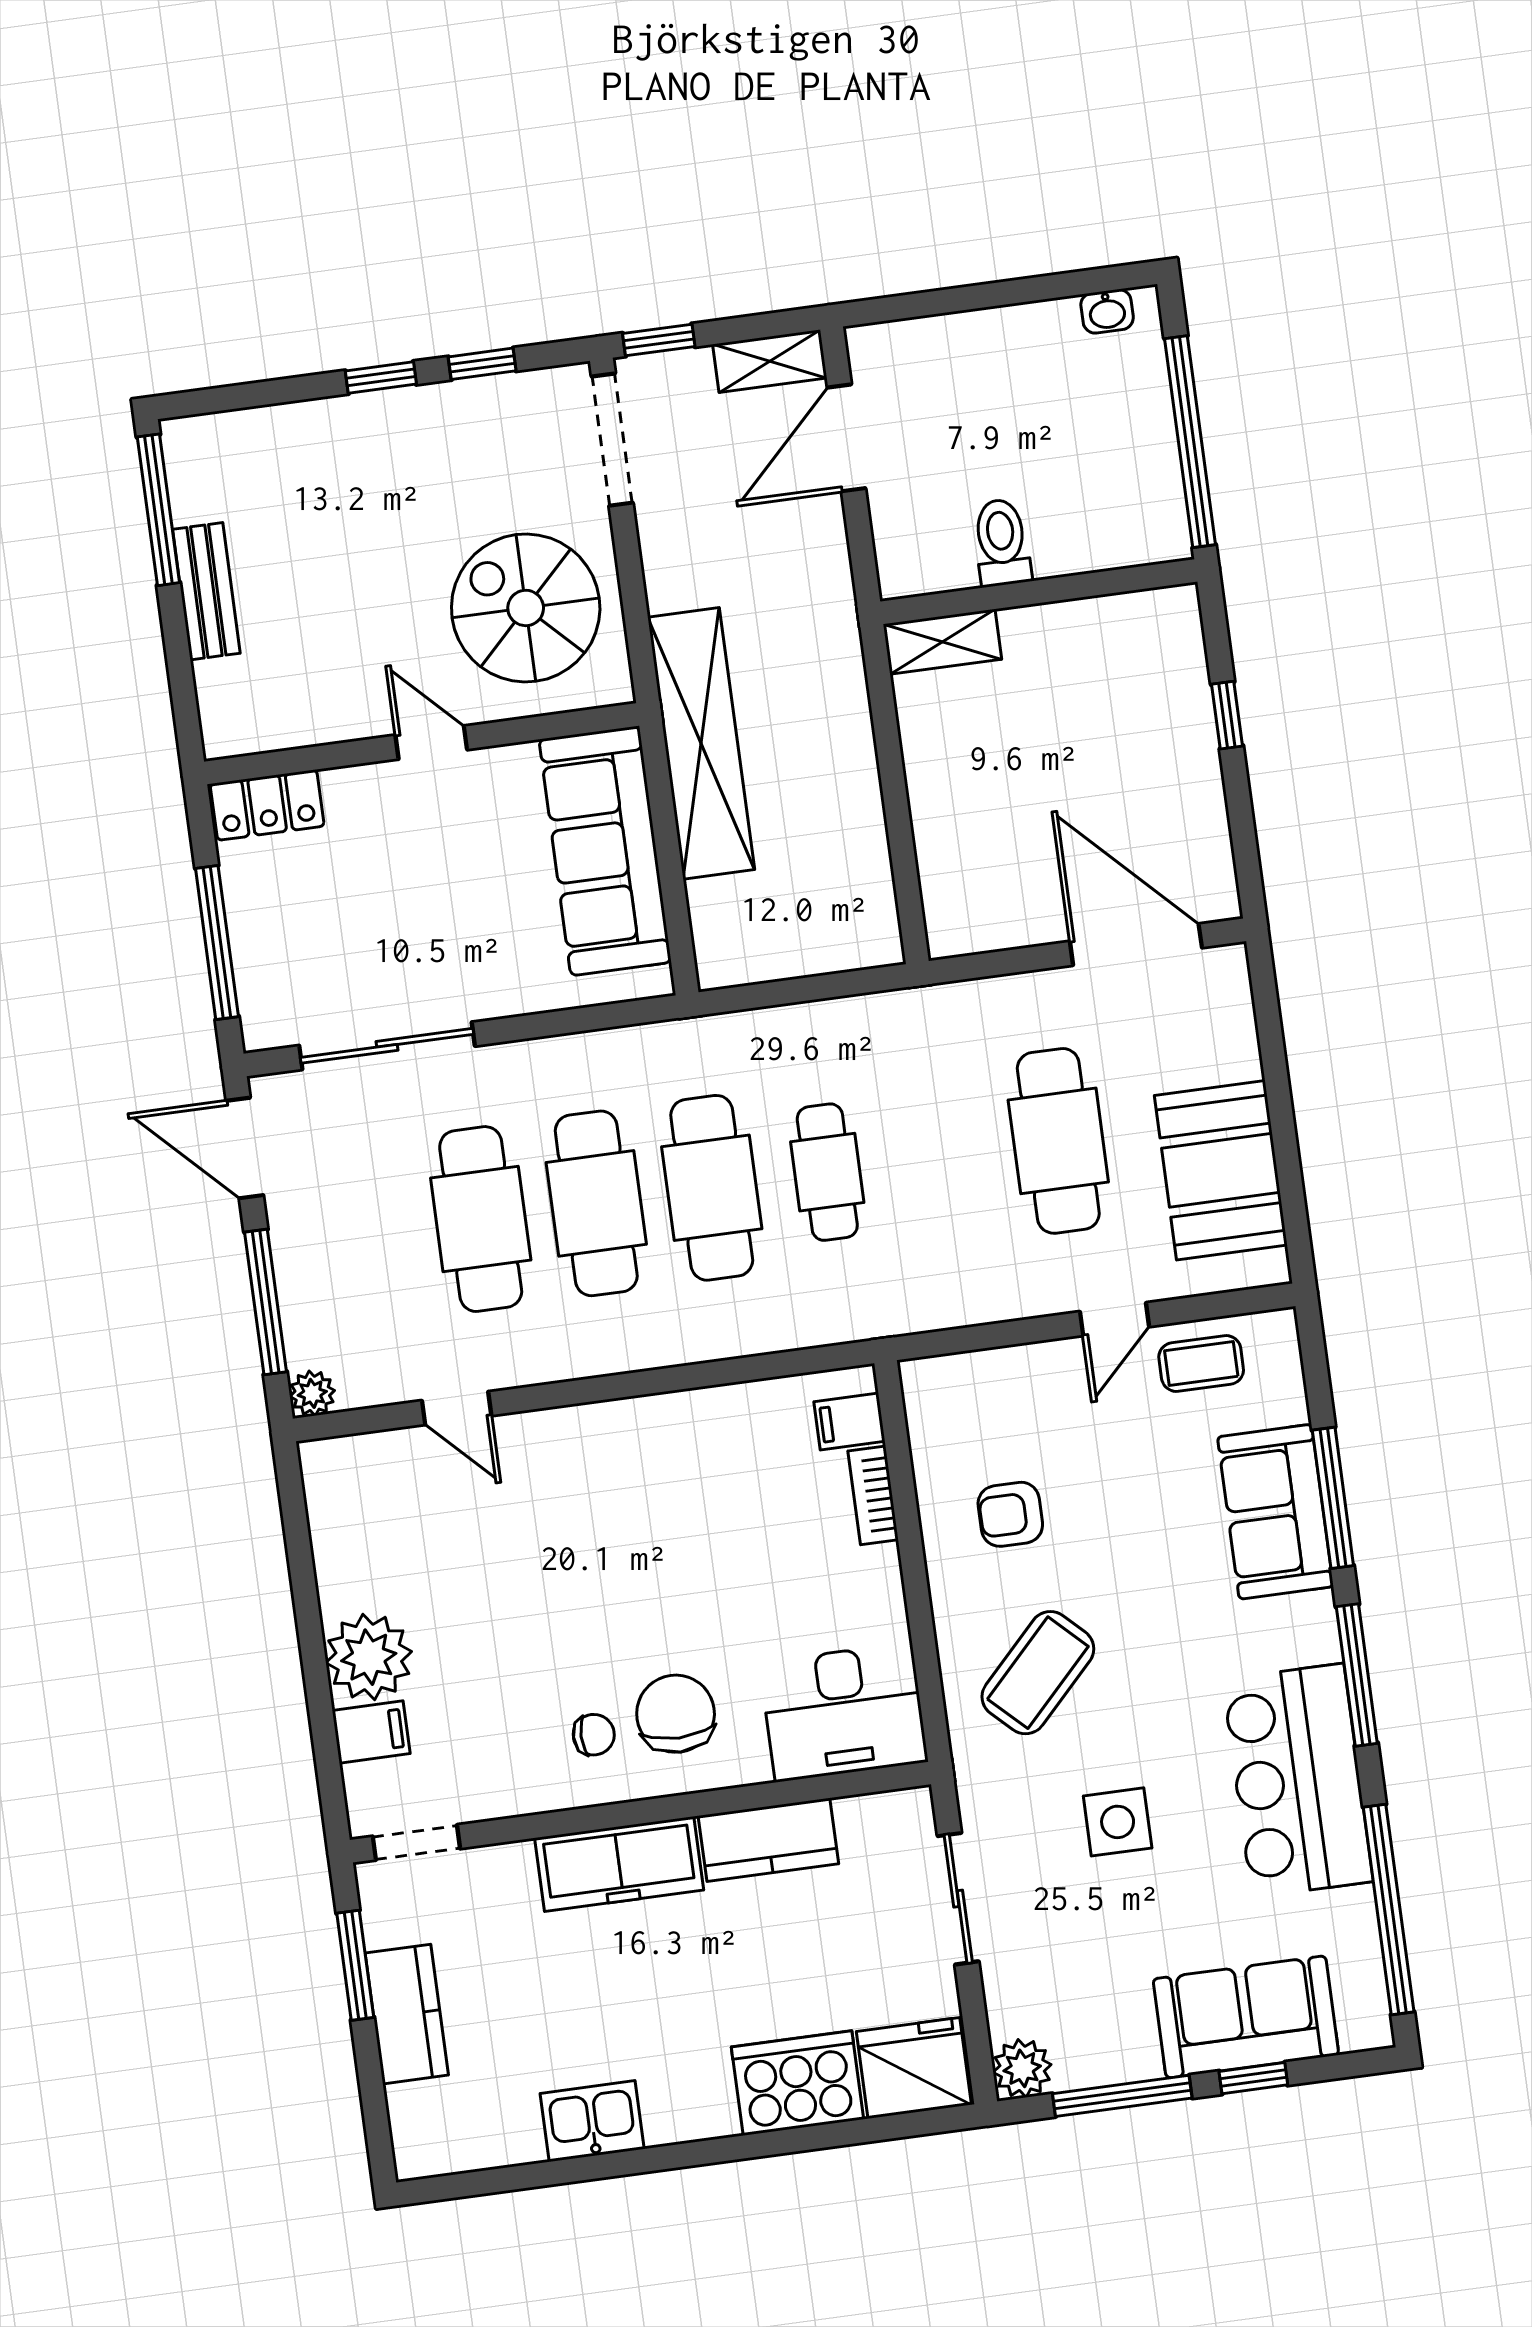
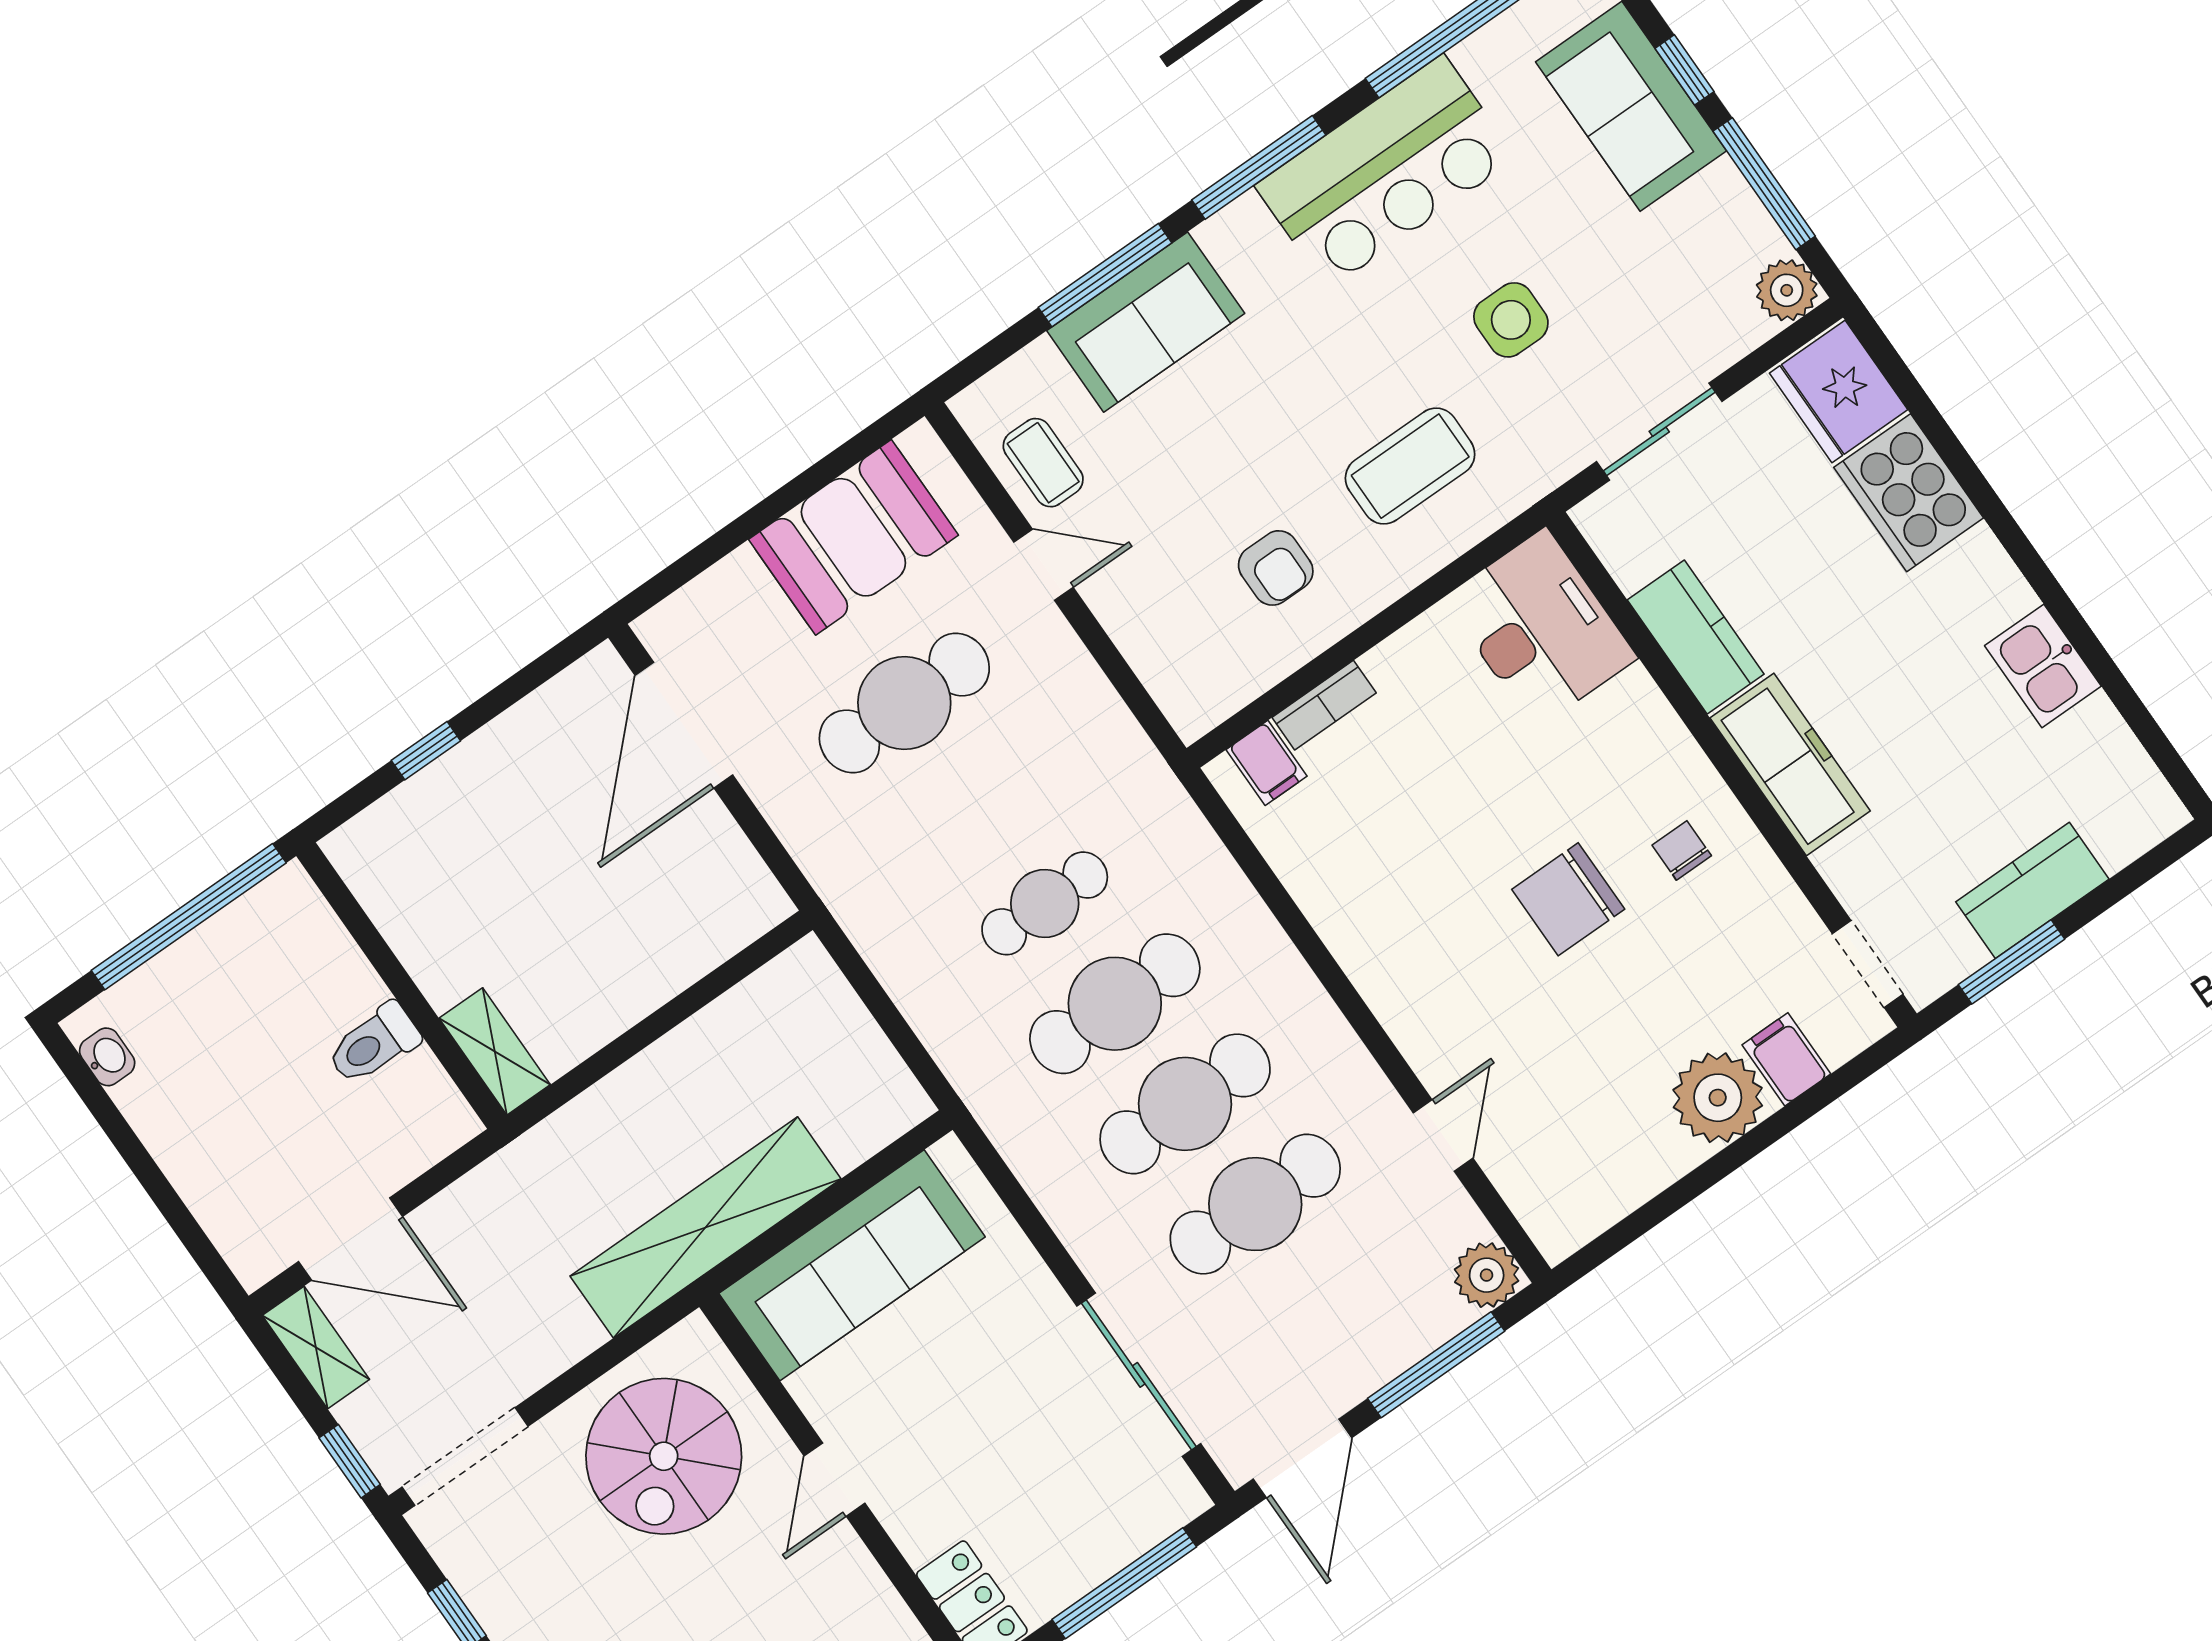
plant: (312, 1393) -> (1487, 1275), width x1.38, depth x1.38
coffee table: (1038, 1673) -> (1410, 466), turned -44
chair: (676, 1714) -> (1568, 899), moved

